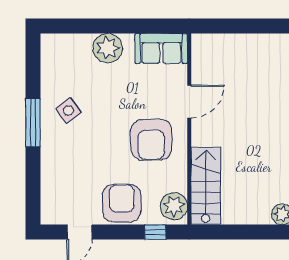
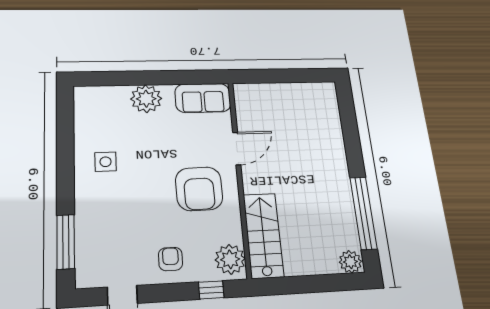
side table: (68, 111) -> (106, 162), turned 37
window: (33, 123) -> (66, 242), moved
armchair: (122, 203) -> (170, 259), width x0.53, depth x0.53

